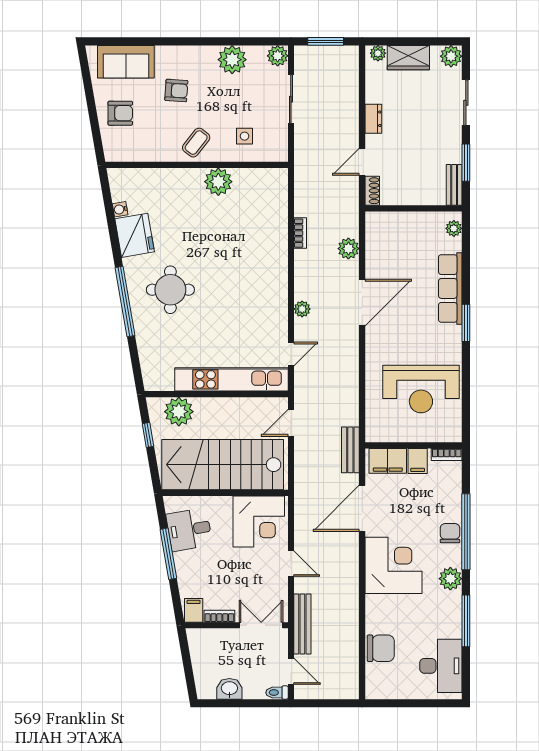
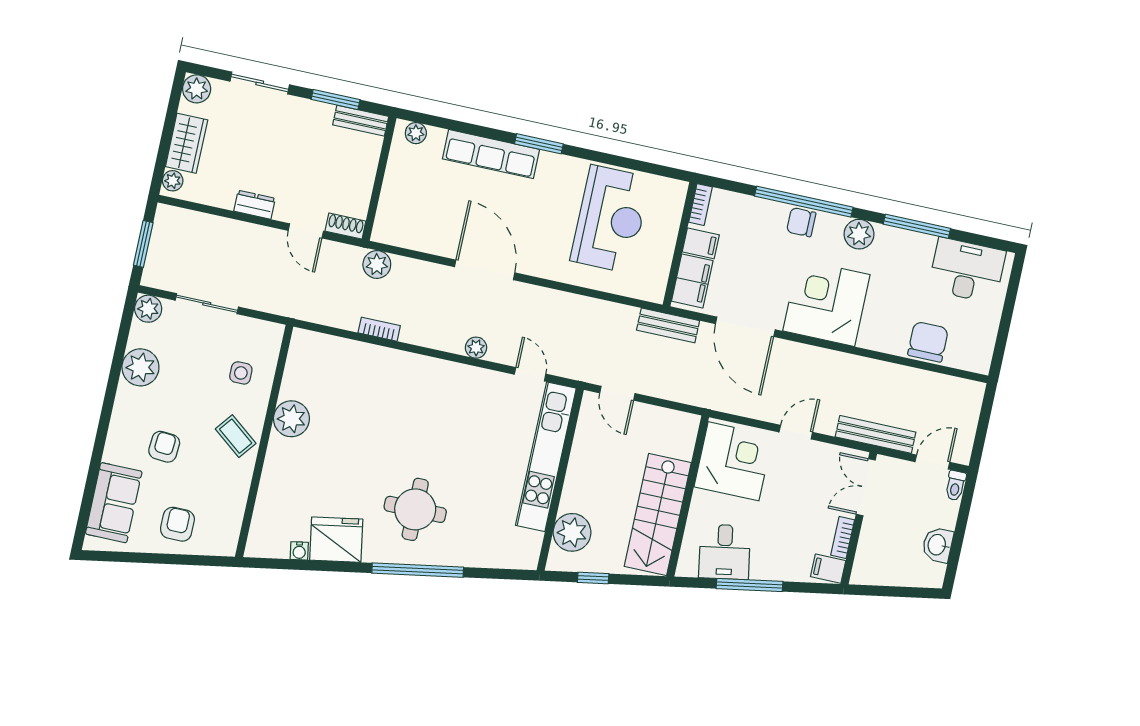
plant: (348, 249) -> (377, 264), moved
stairs: (223, 465) -> (658, 514), width x0.73, depth x0.66

